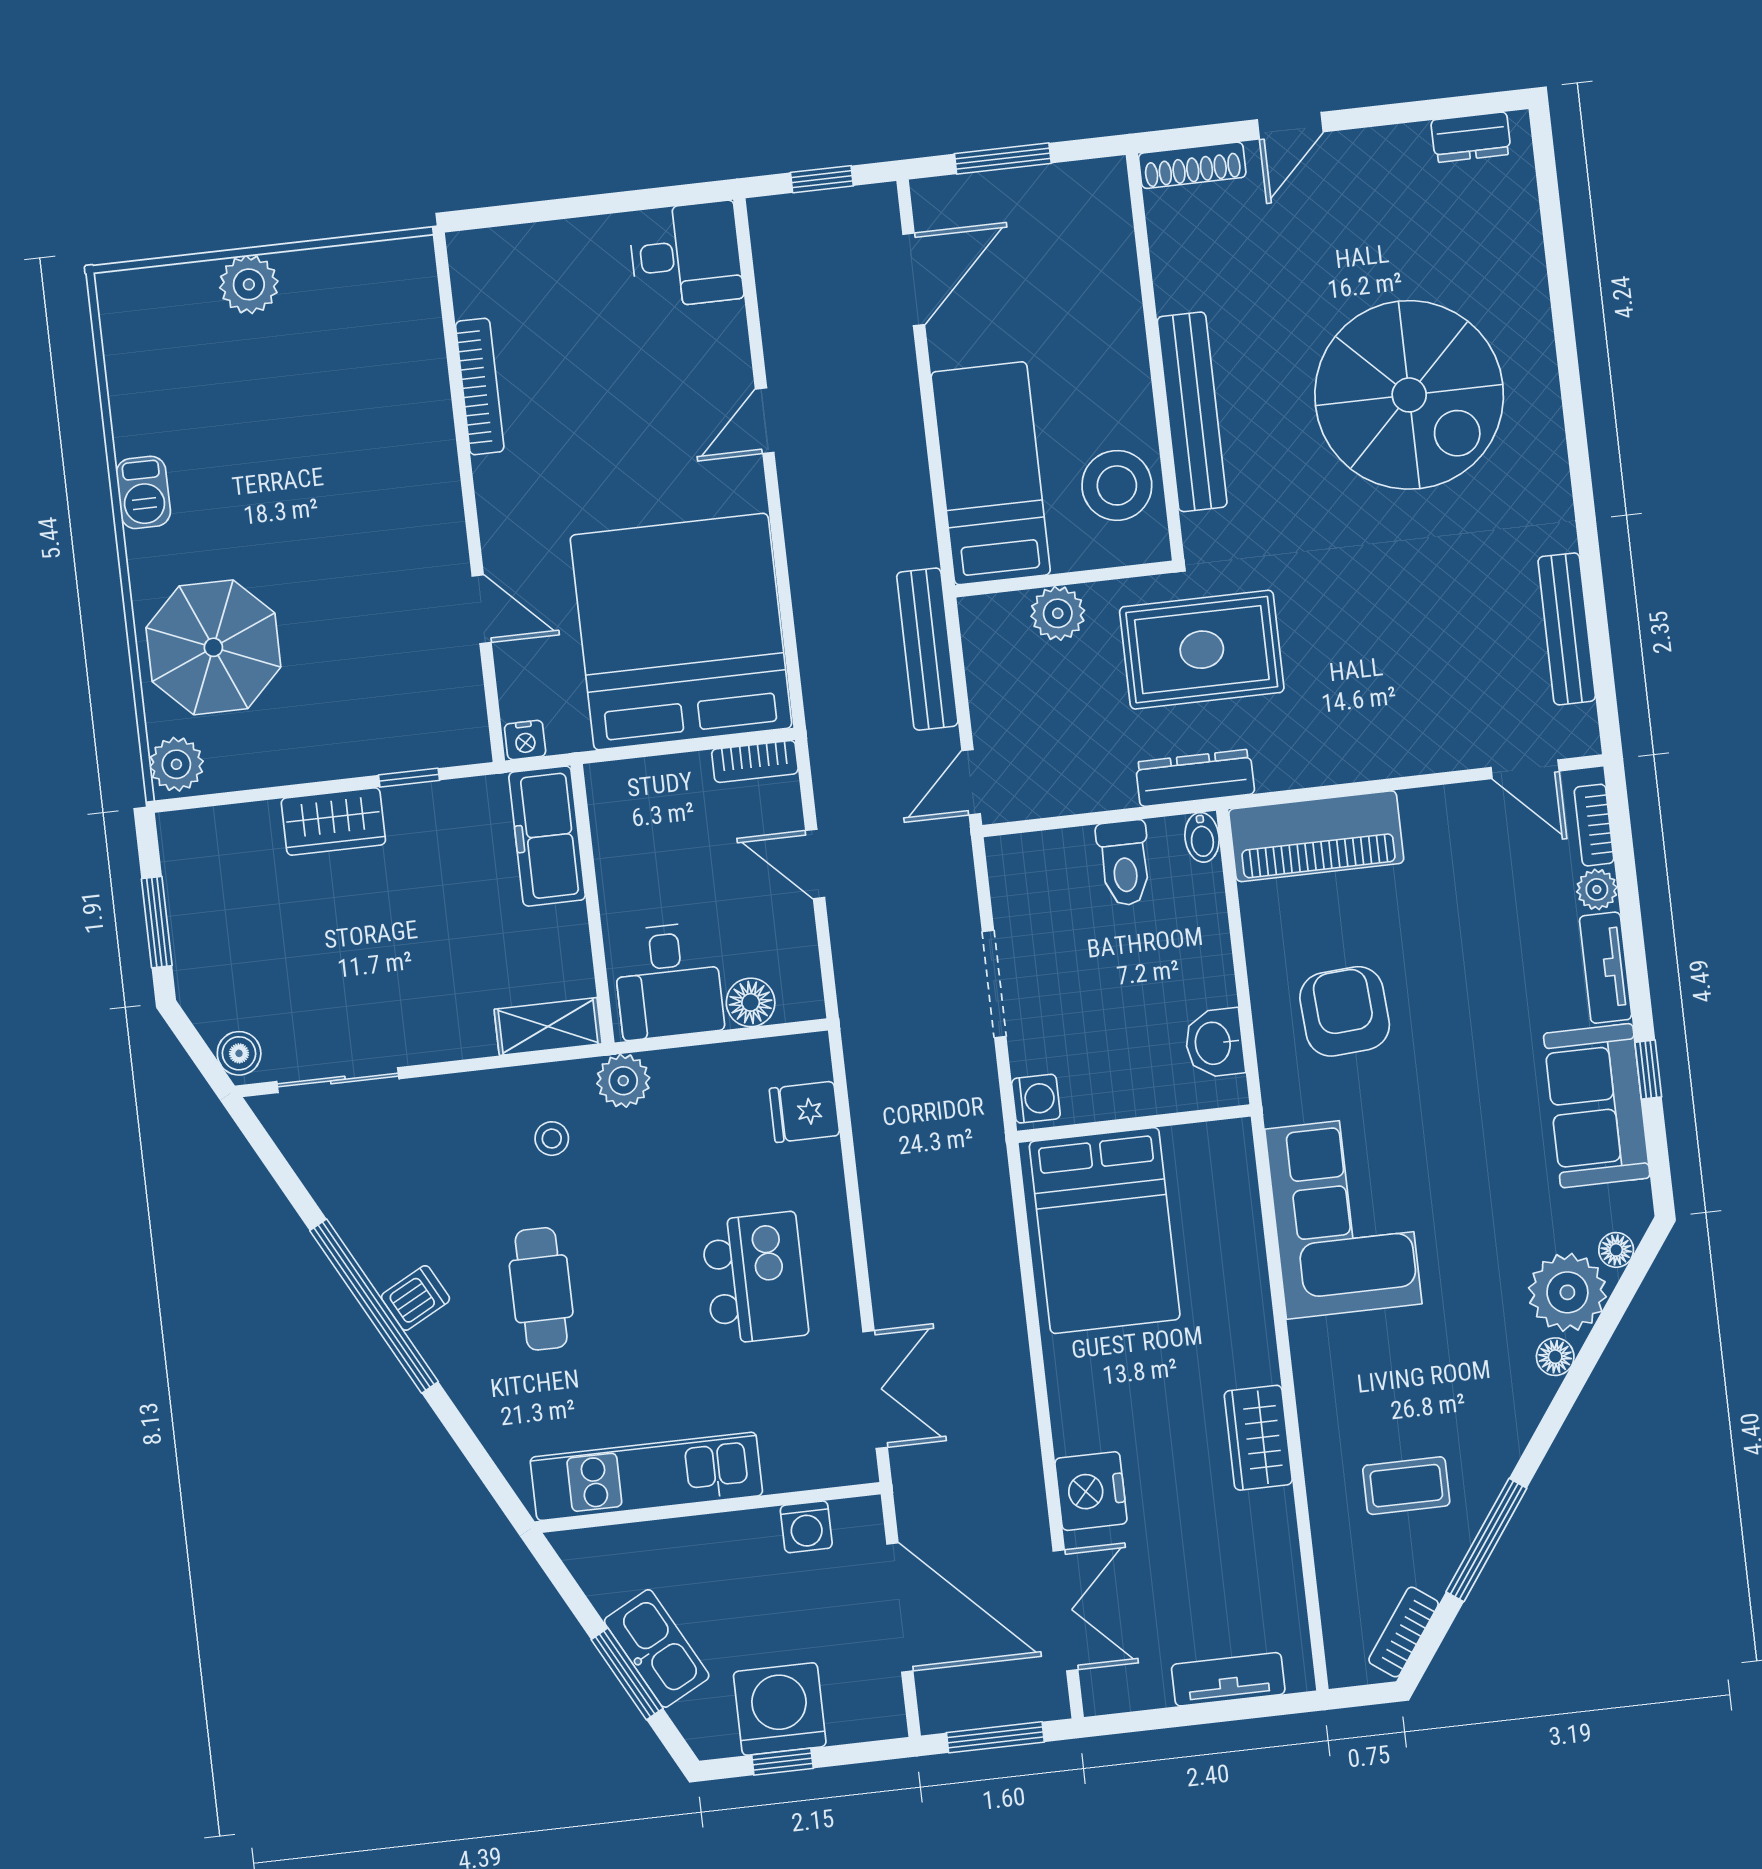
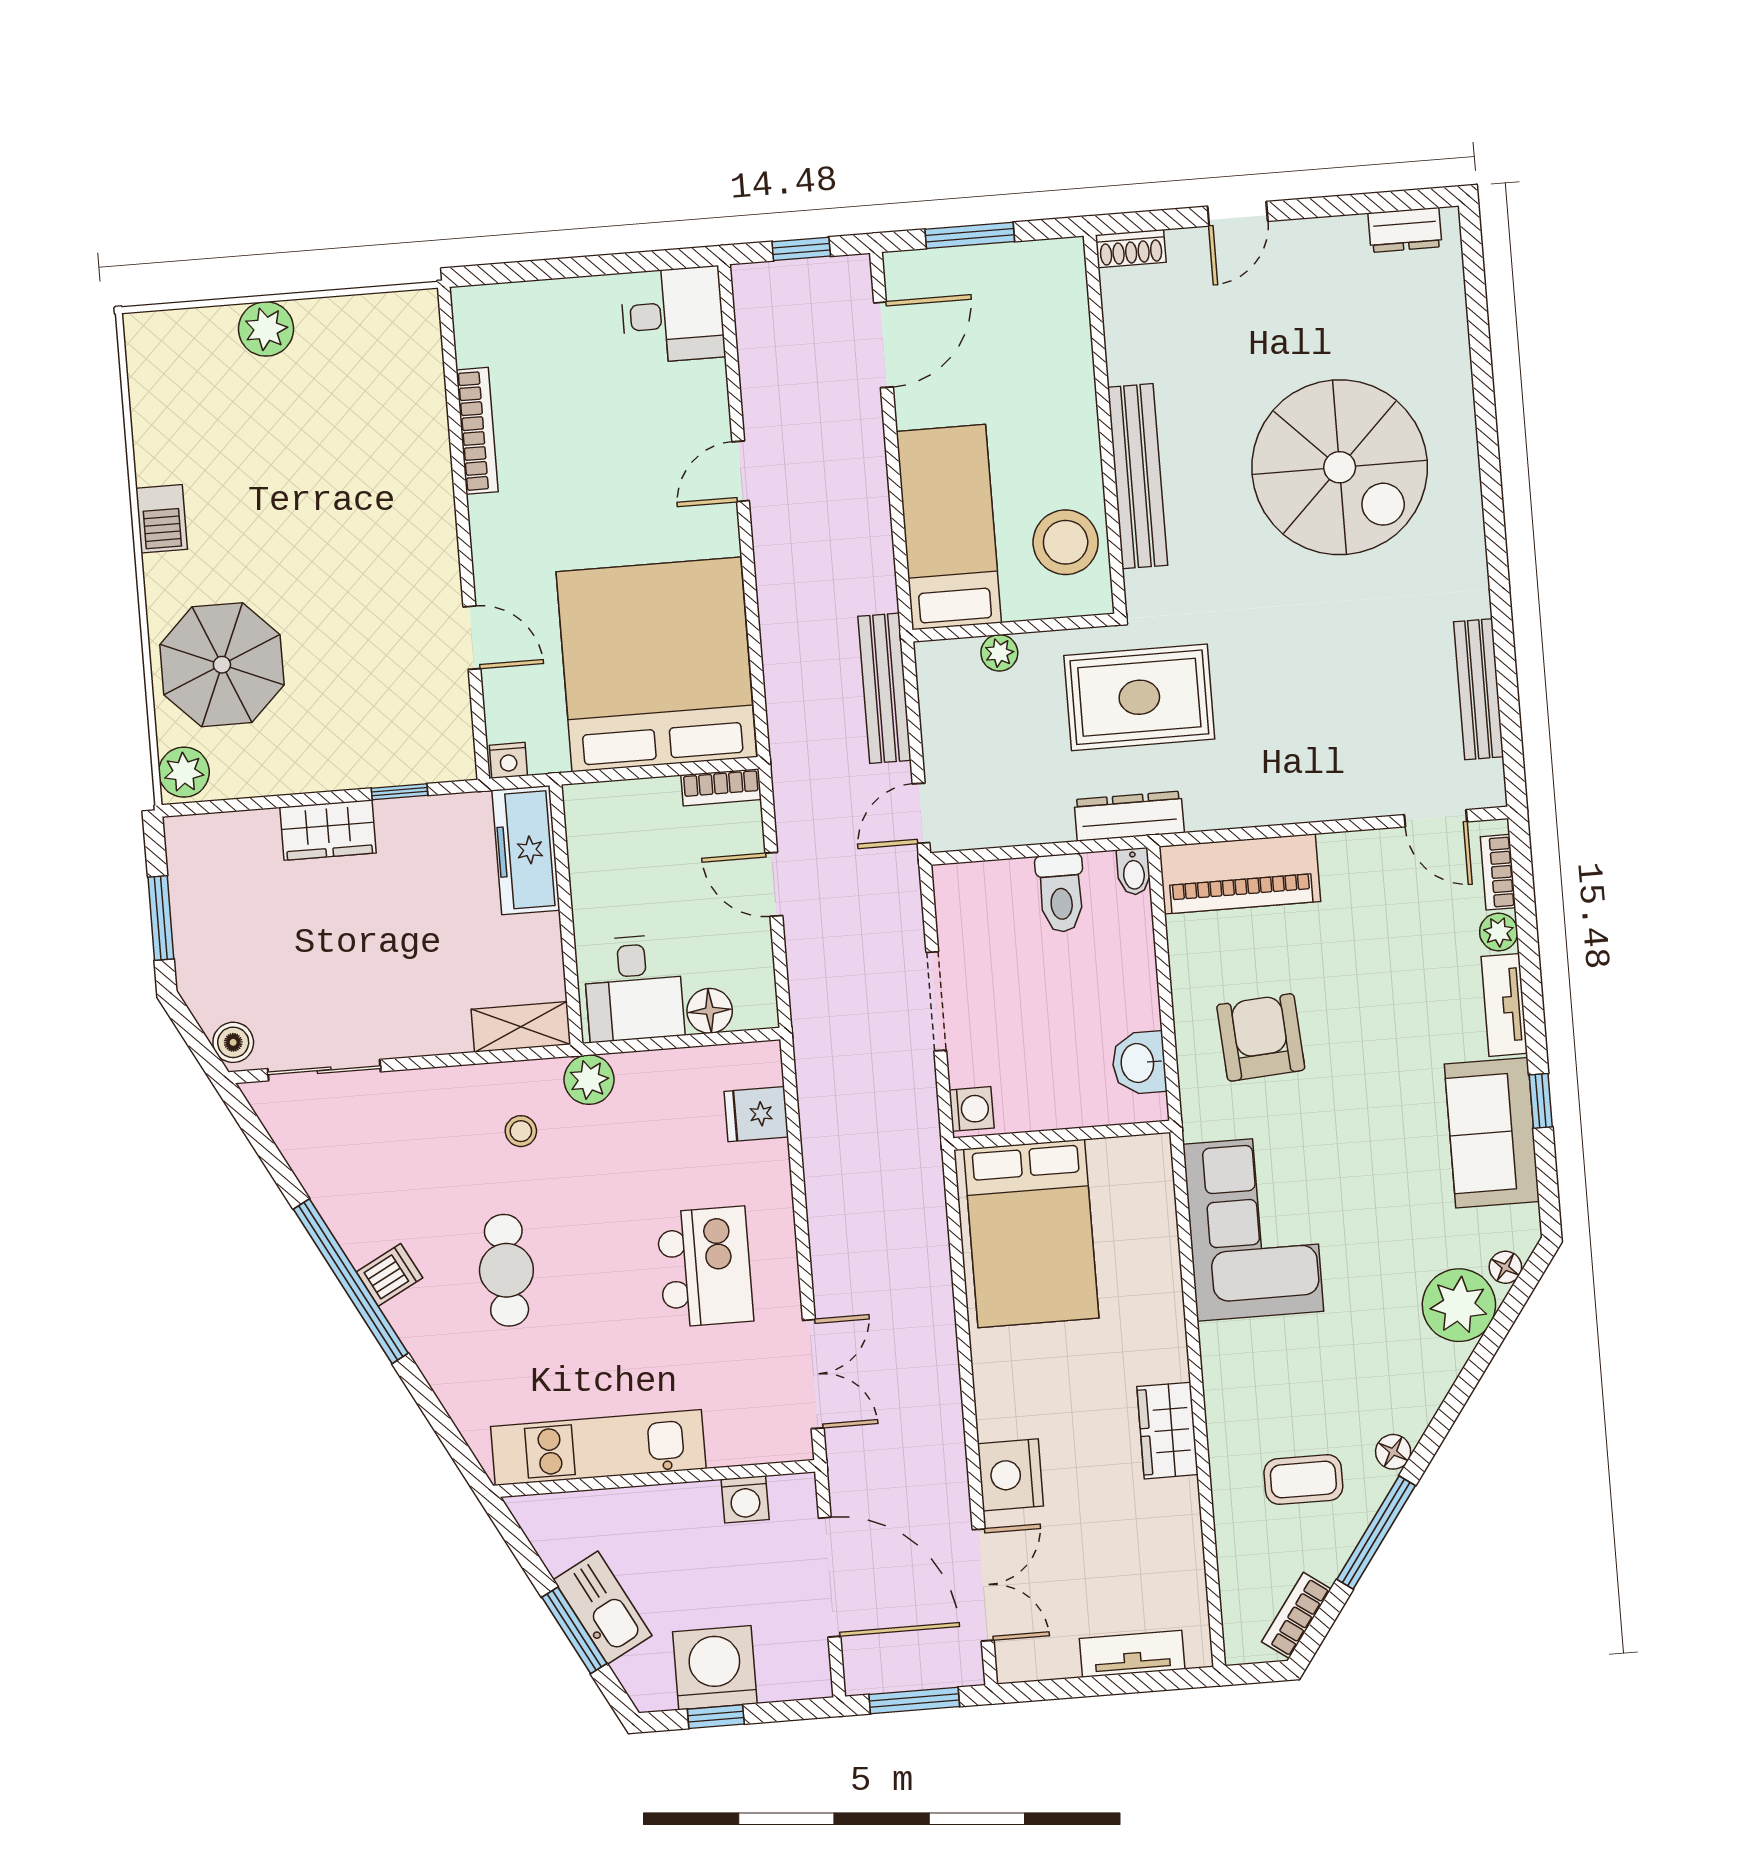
shoe rack: (1192, 165) -> (1131, 249), width x0.70
plant: (1058, 613) -> (999, 653), width x0.73, depth x0.73
floor lamp: (1555, 1357) -> (1393, 1452), moved

